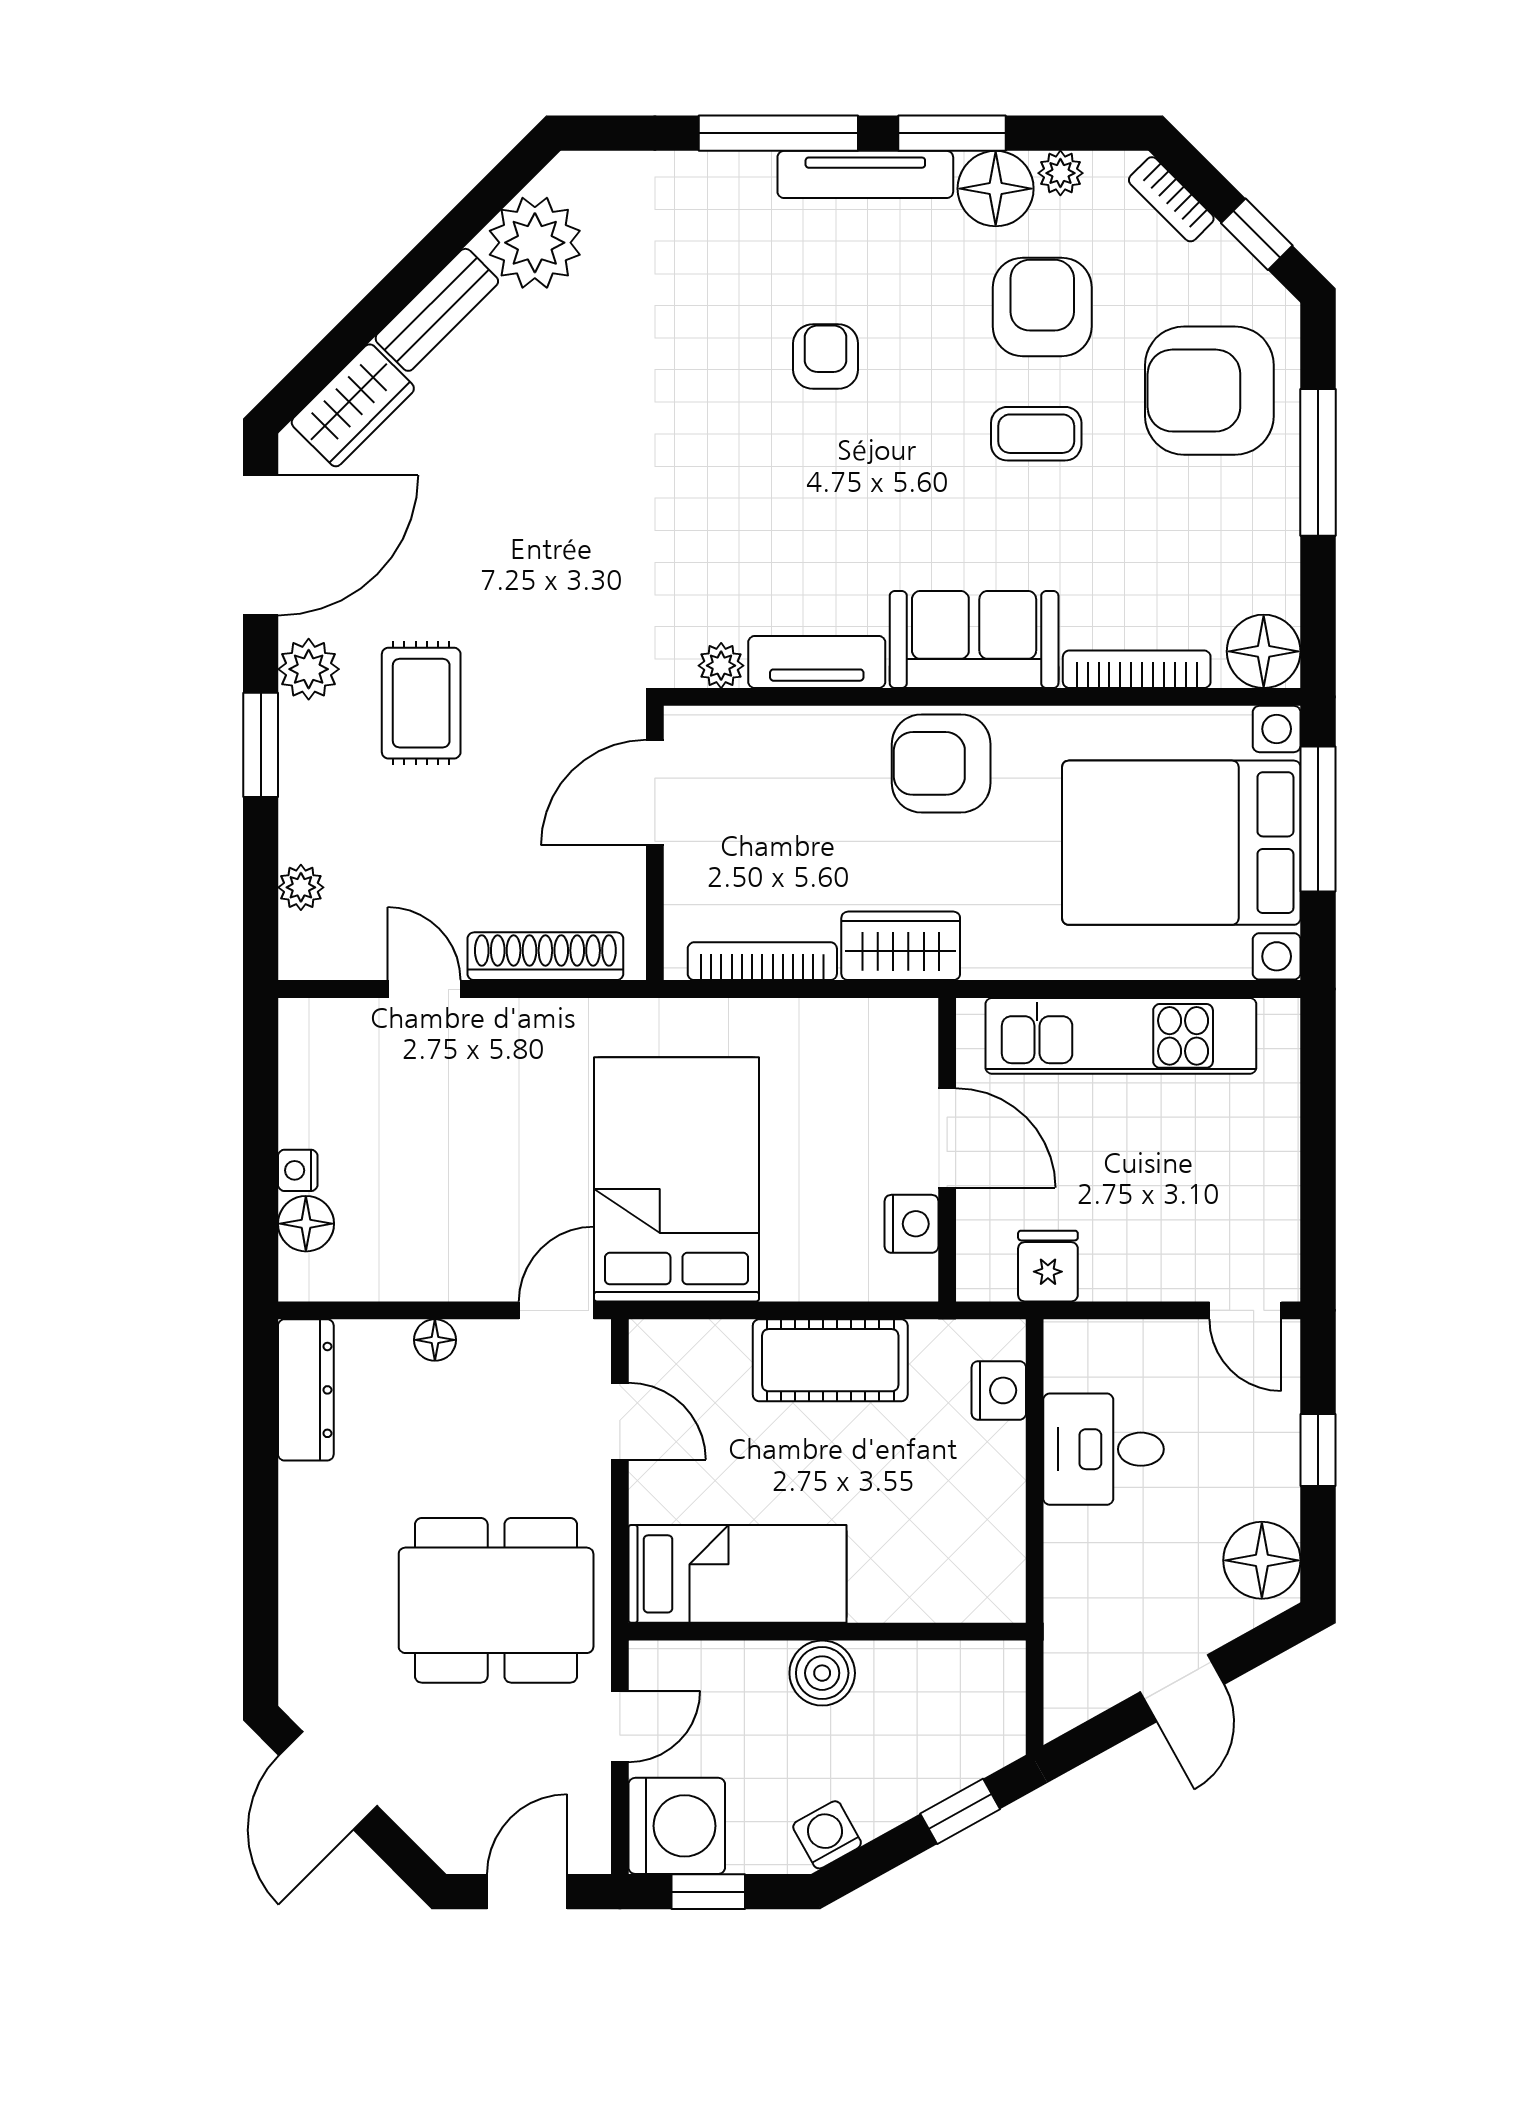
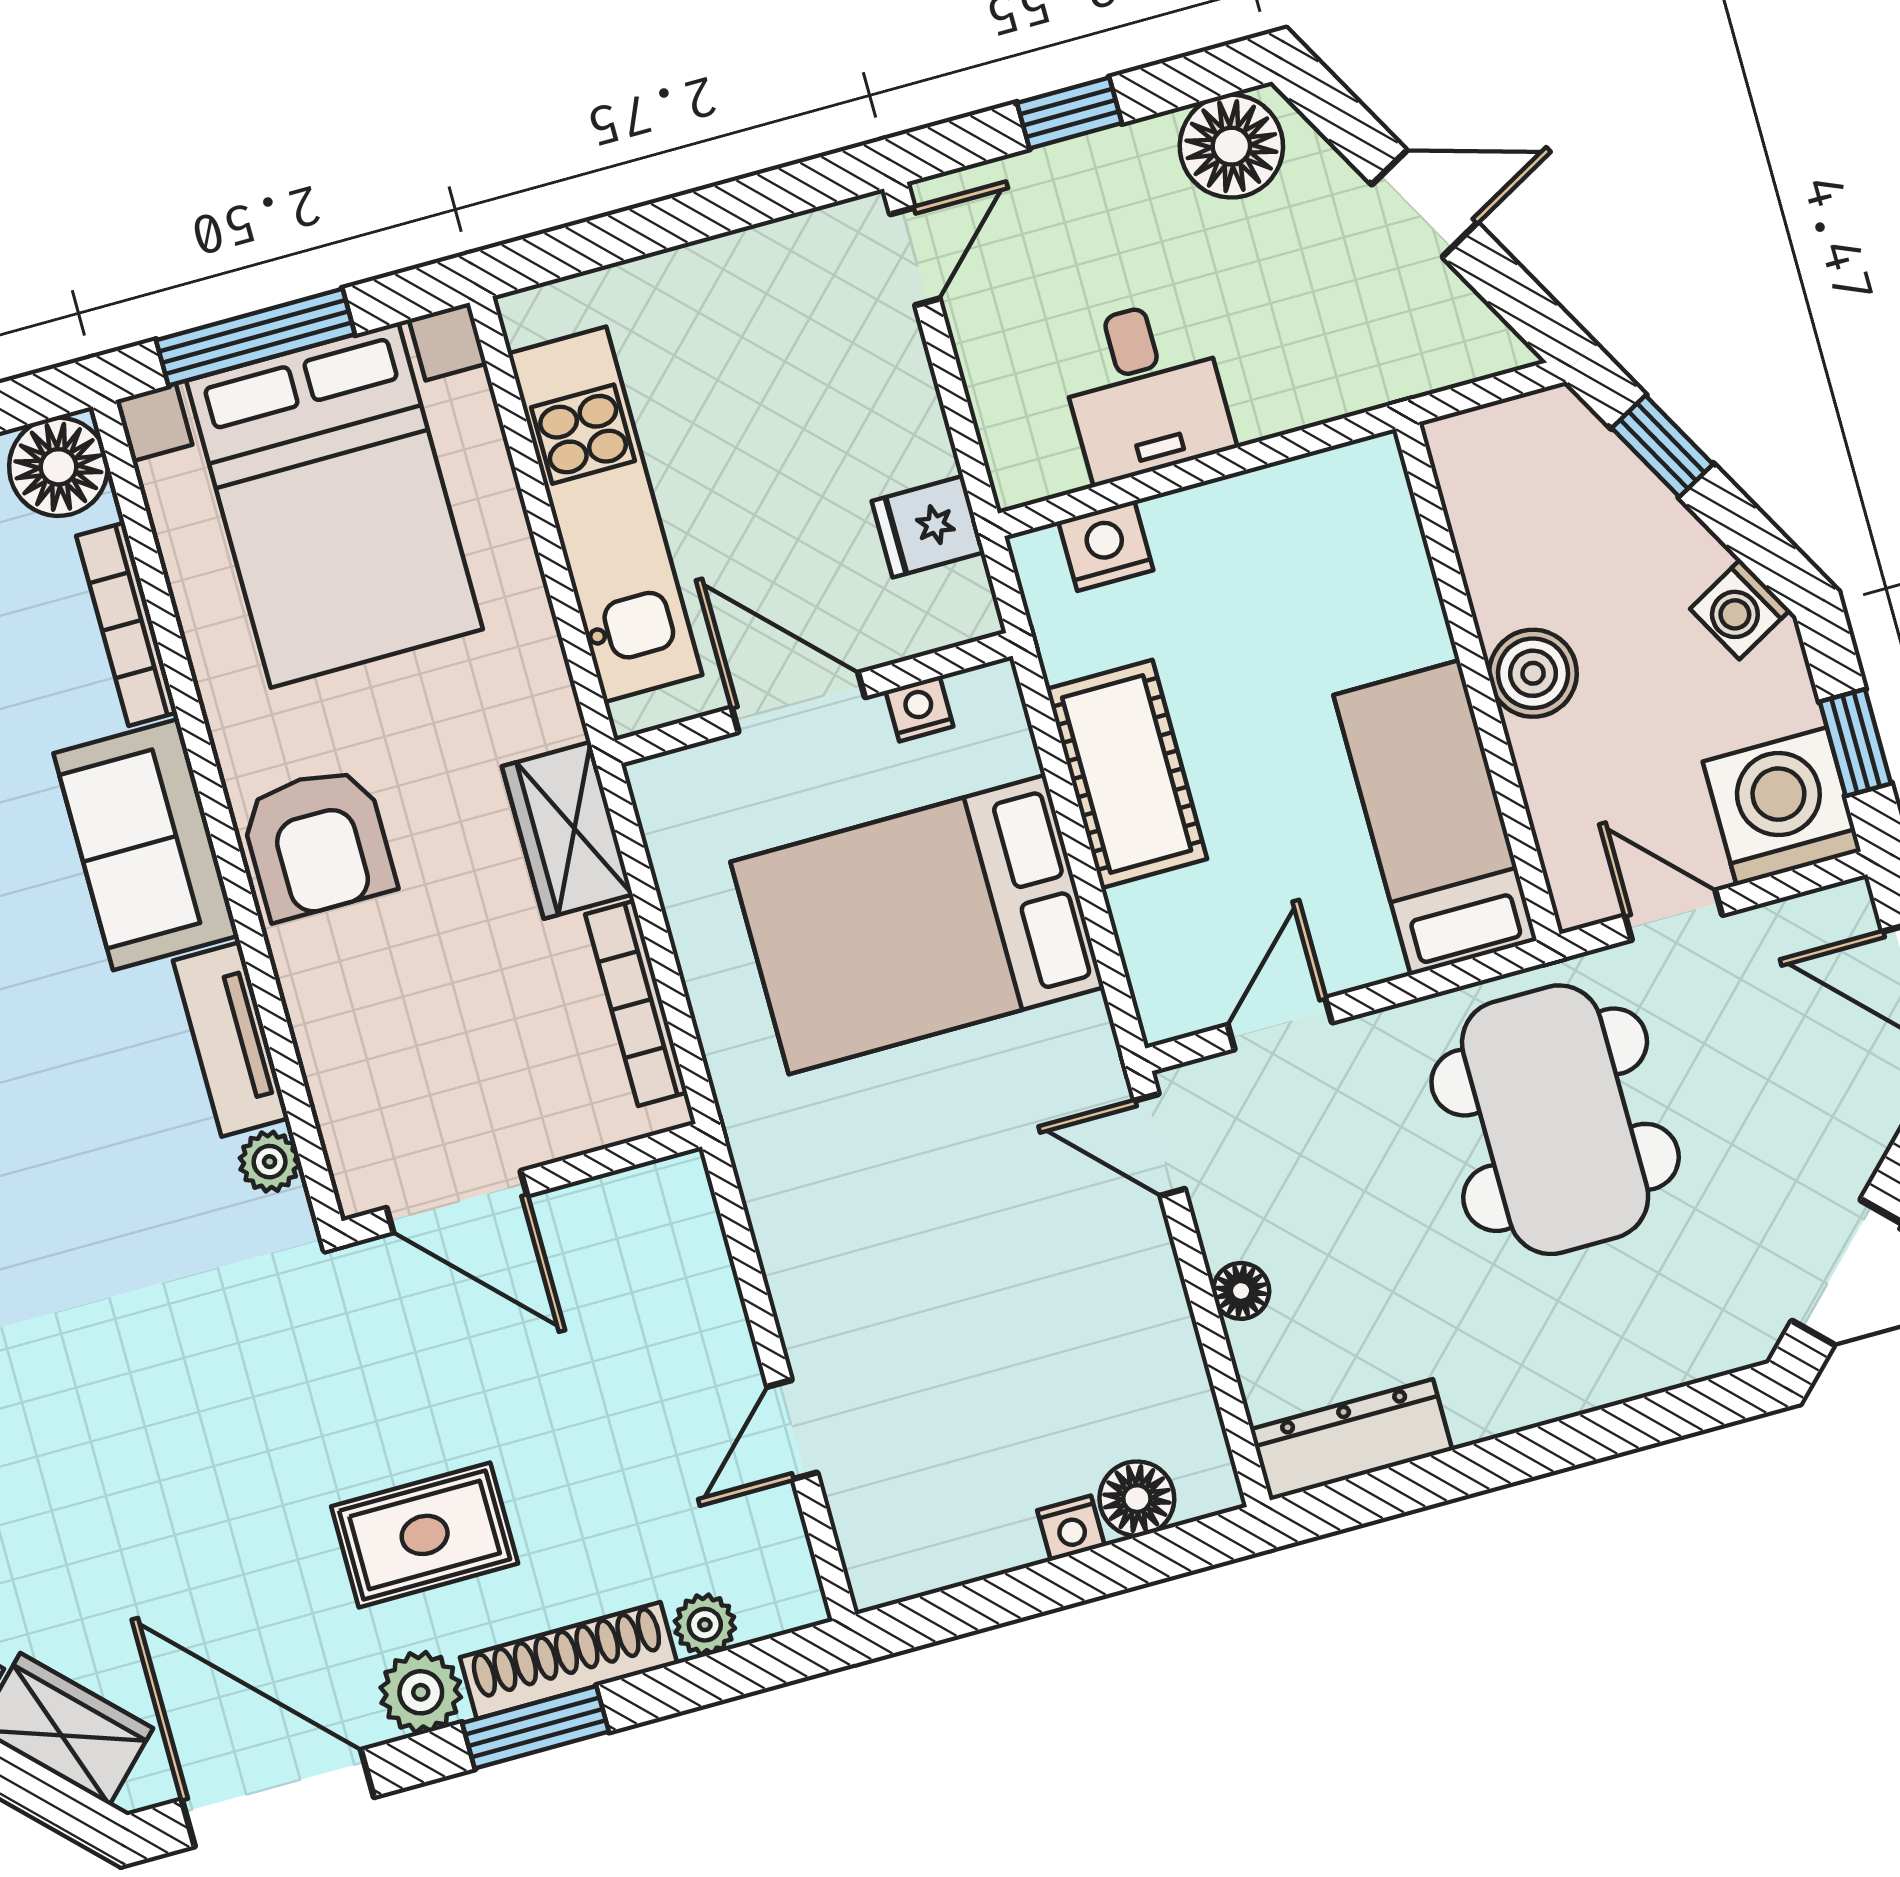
shoe rack: (545, 956) -> (569, 1660), moved, turned 90
door: (947, 1138) -> (798, 702), hinge flipped
bed: (676, 1179) -> (917, 924), moved
nightstand: (911, 1224) -> (919, 709), width x0.72, depth x0.74

